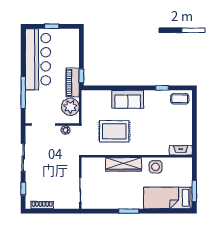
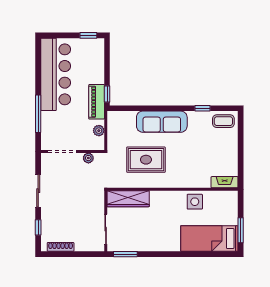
window: (52, 26) -> (88, 35), moved
sofa: (128, 99) -> (162, 122), width x1.36
plant: (70, 107) -> (99, 131), width x0.53, depth x0.53
wardrobe: (124, 164) -> (128, 199), moved
window: (129, 211) -> (125, 254), moved

